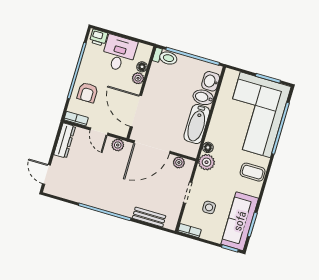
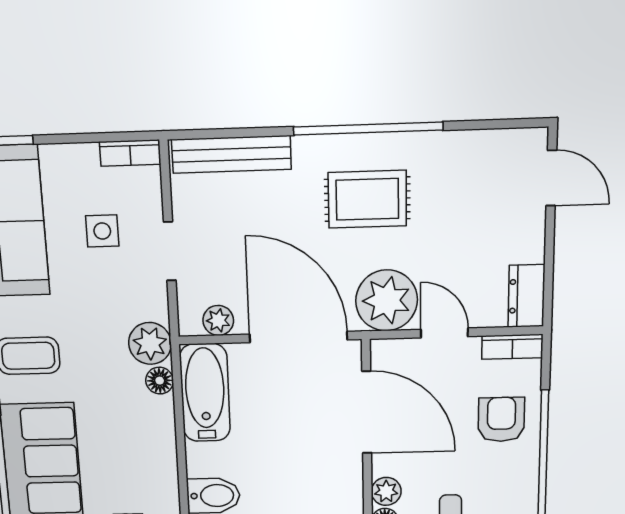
bathtub: (197, 124) -> (205, 393), moved
dresser: (65, 141) -> (526, 296), width x0.70
plant: (118, 145) -> (387, 300), width x1.87, depth x1.87
door: (152, 147) -> (298, 337), hinge flipped
rug: (112, 188) -> (367, 199), added
bench: (149, 217) -> (231, 154), width x1.36

